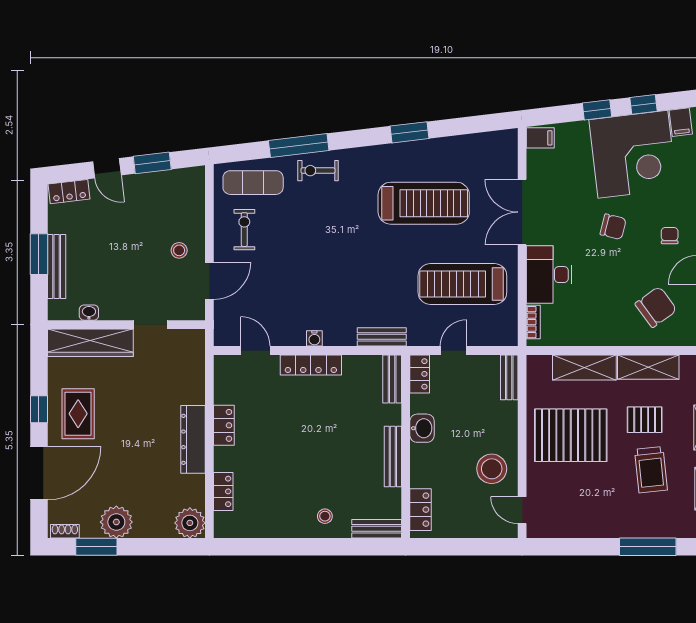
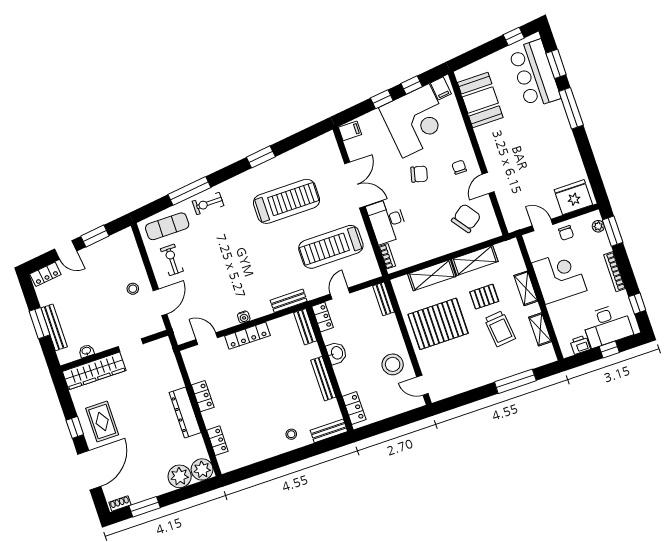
double door: (522, 212) -> (355, 185), swing flipped
plant: (116, 522) -> (180, 476), moved

